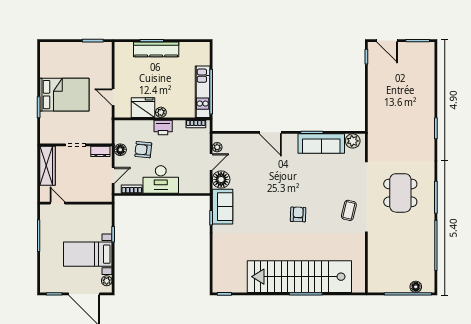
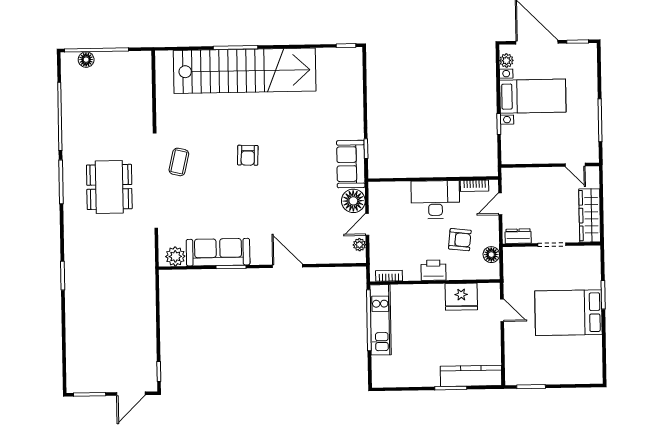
door: (387, 41) -> (131, 394), swing flipped
kitchen counter: (156, 49) -> (471, 376), moved
plant: (161, 112) -> (437, 291), removed
floor lamp: (120, 150) -> (491, 255), moved

